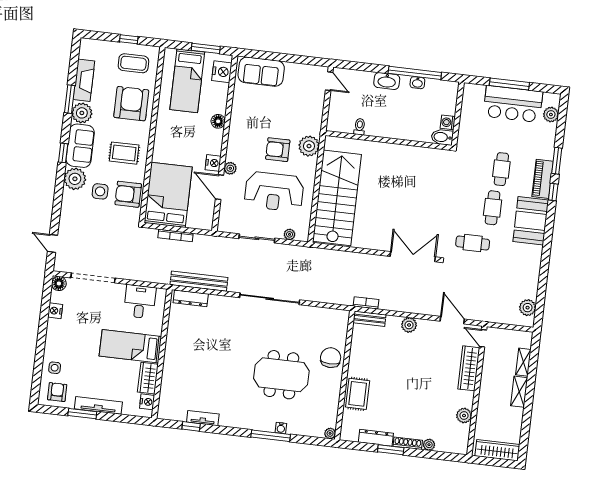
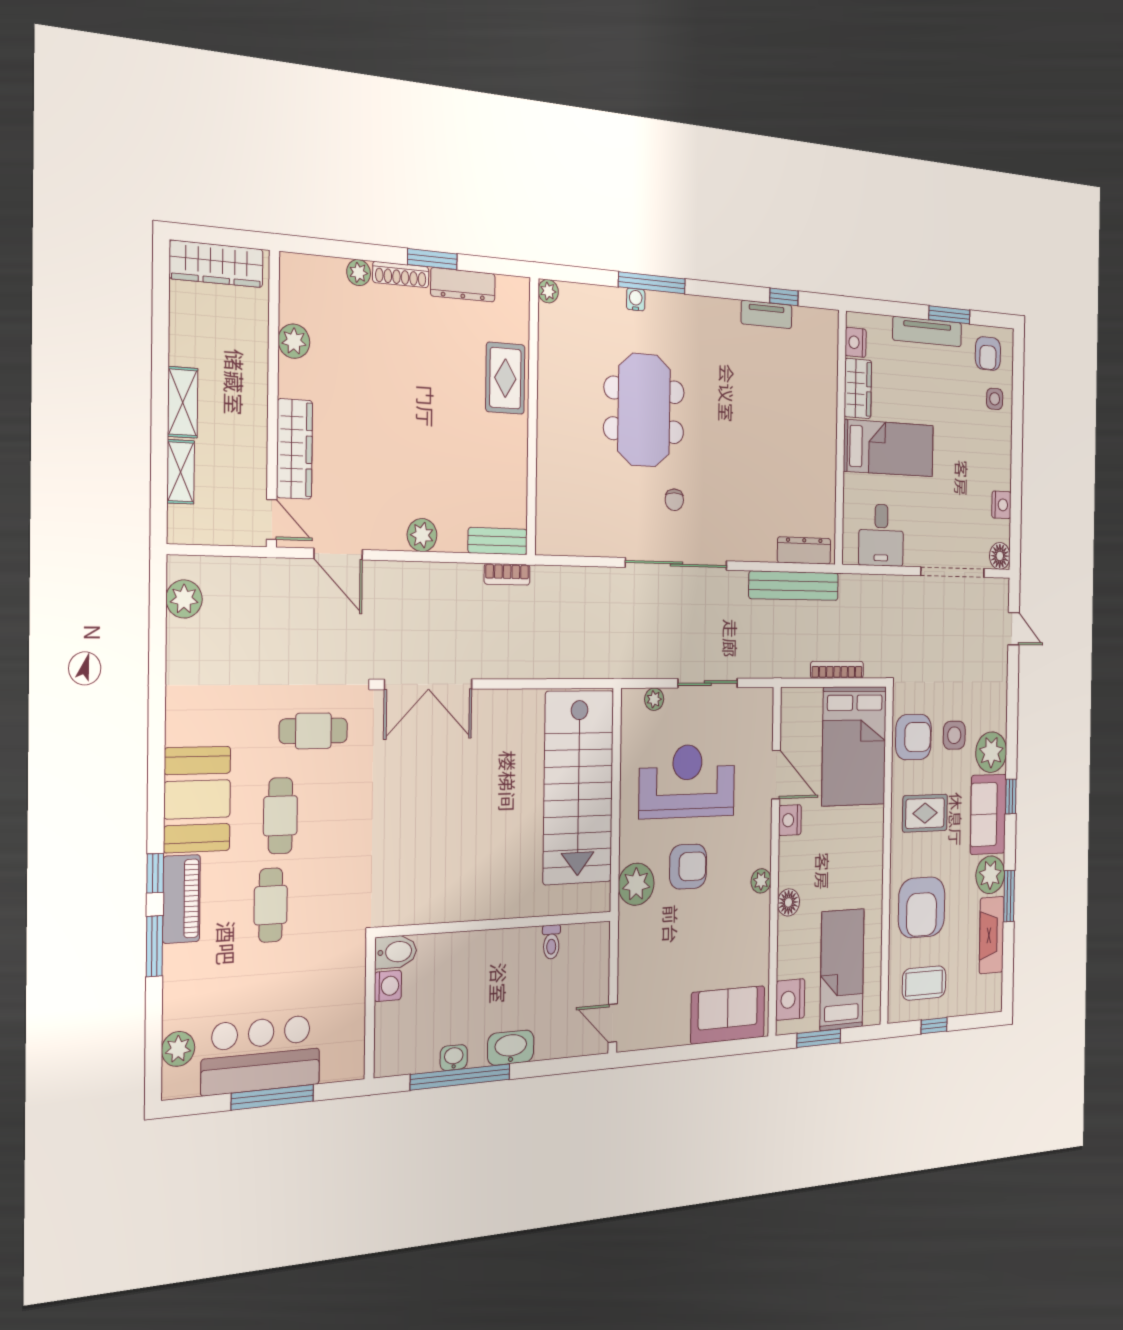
plant: (230, 168) -> (761, 881), moved
chair: (331, 358) -> (674, 500), moved, width x0.54, depth x0.54
meeting table: (281, 375) -> (644, 410), turned 90

